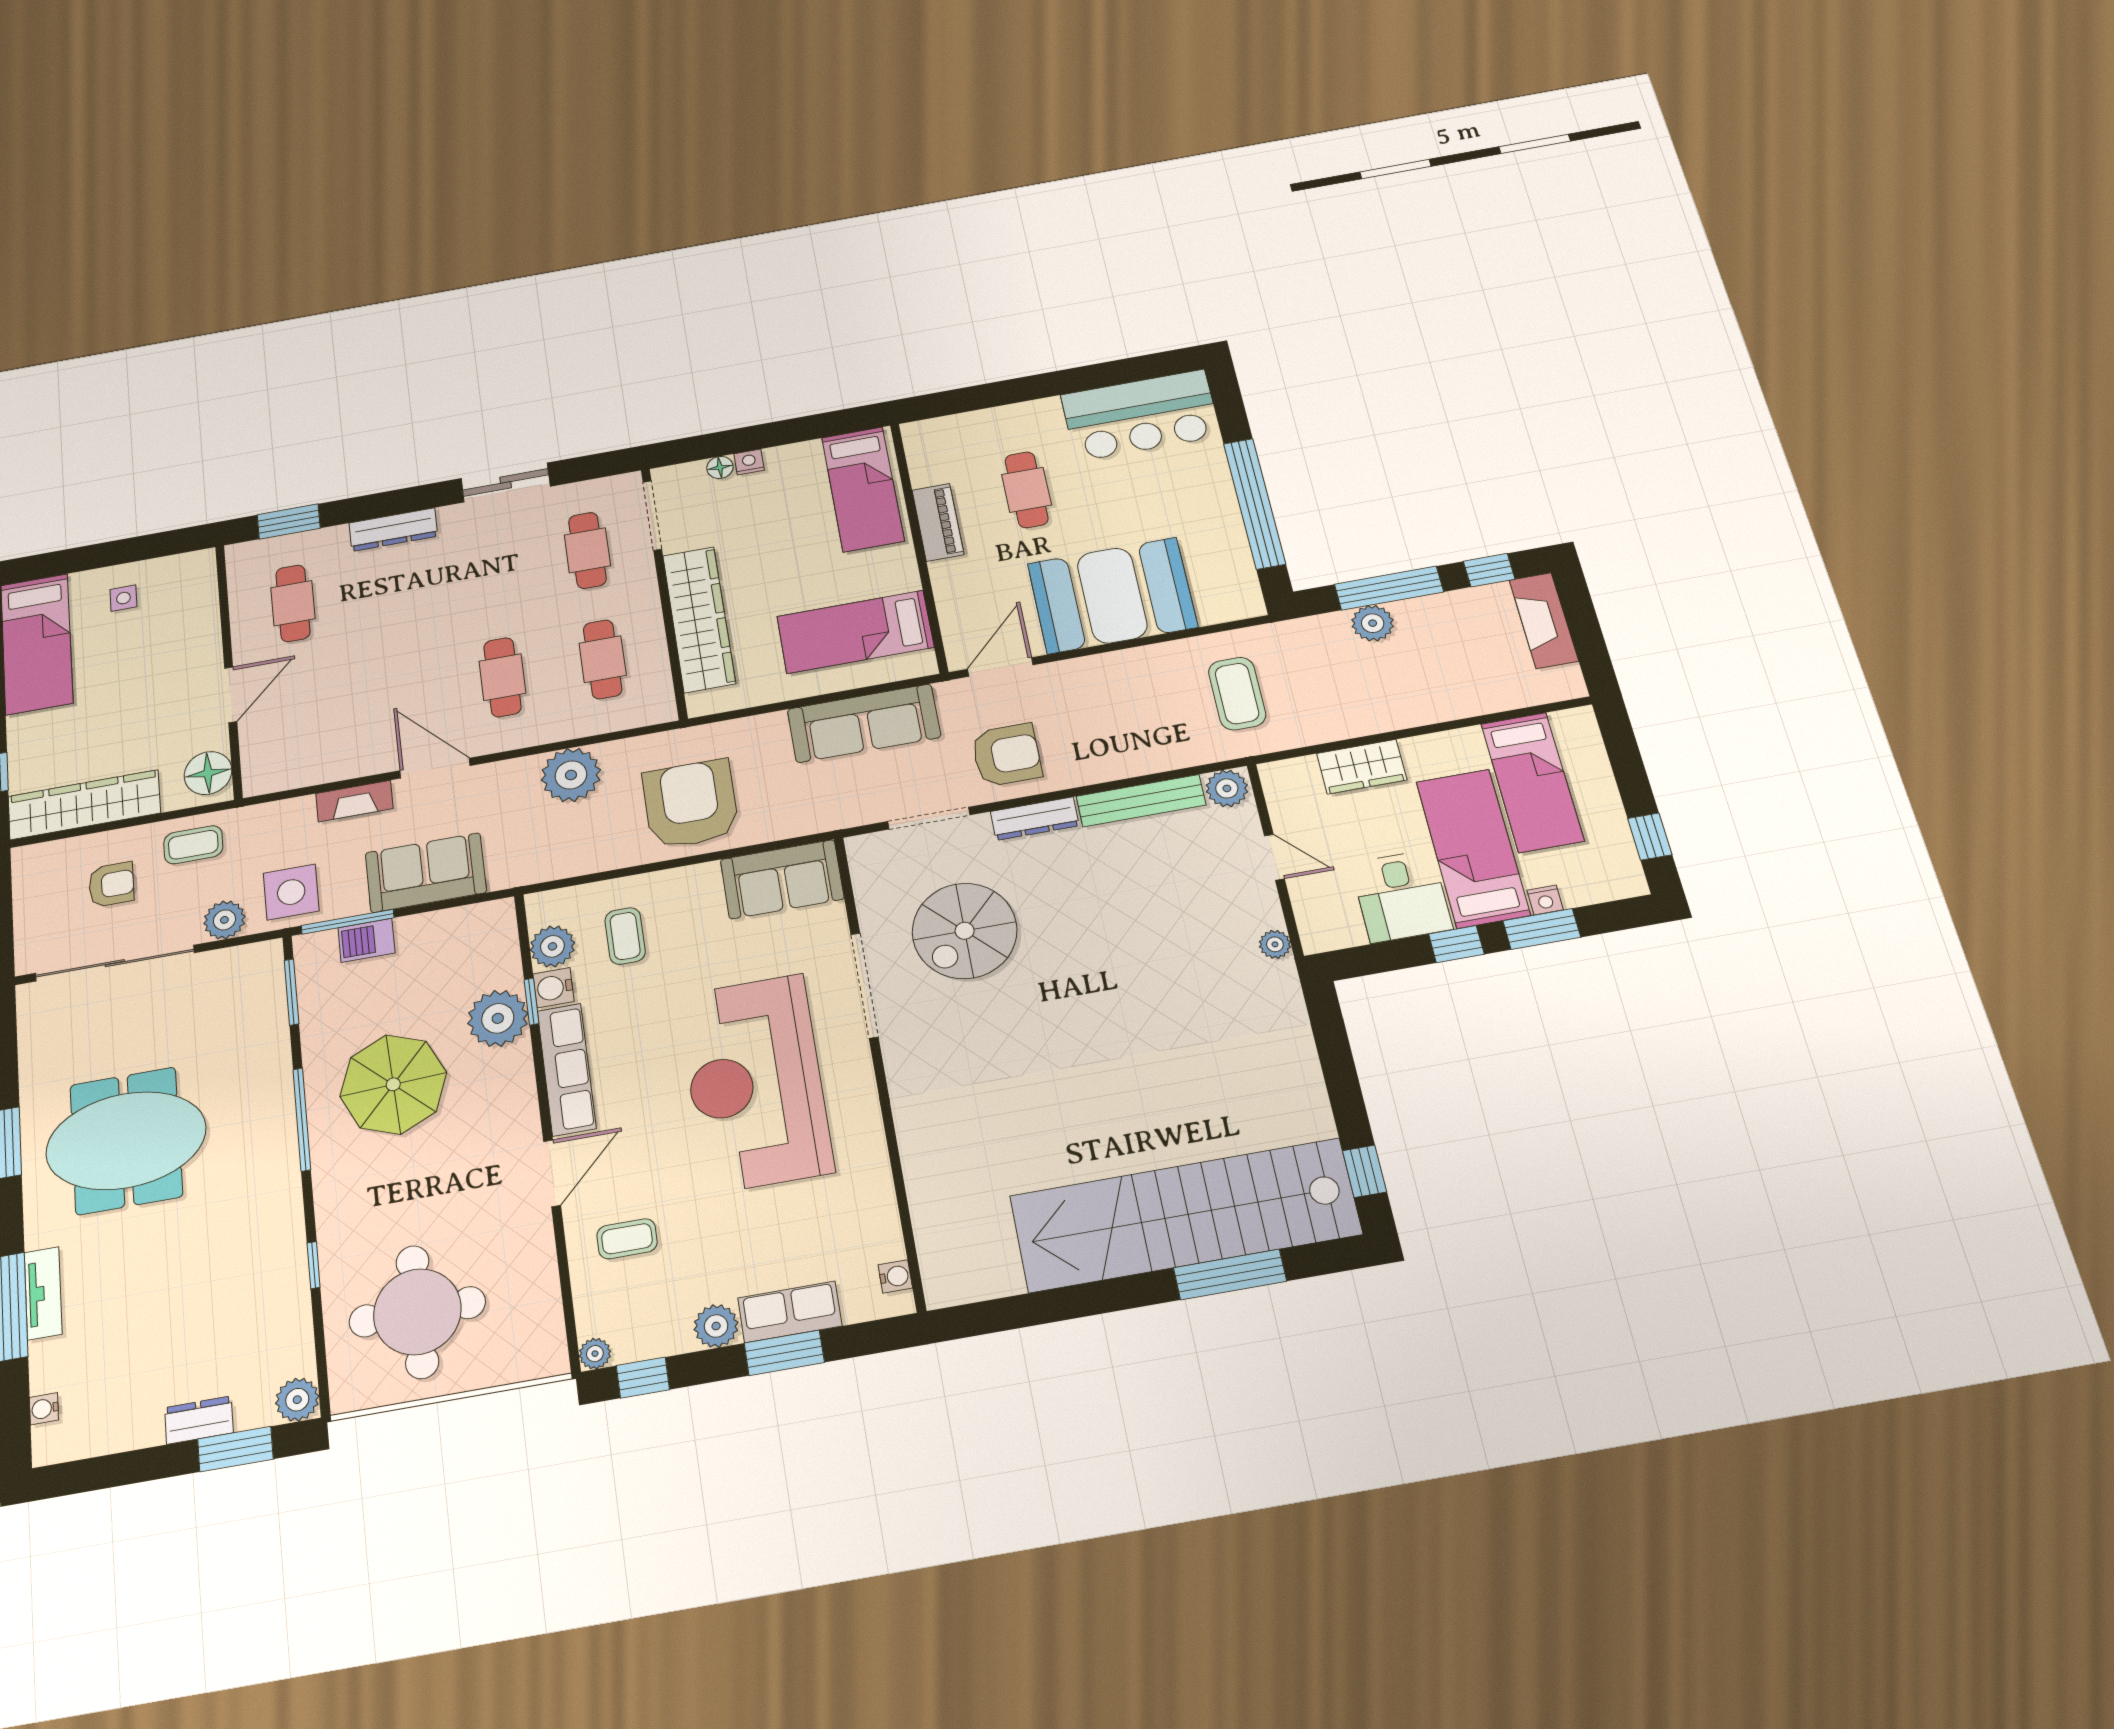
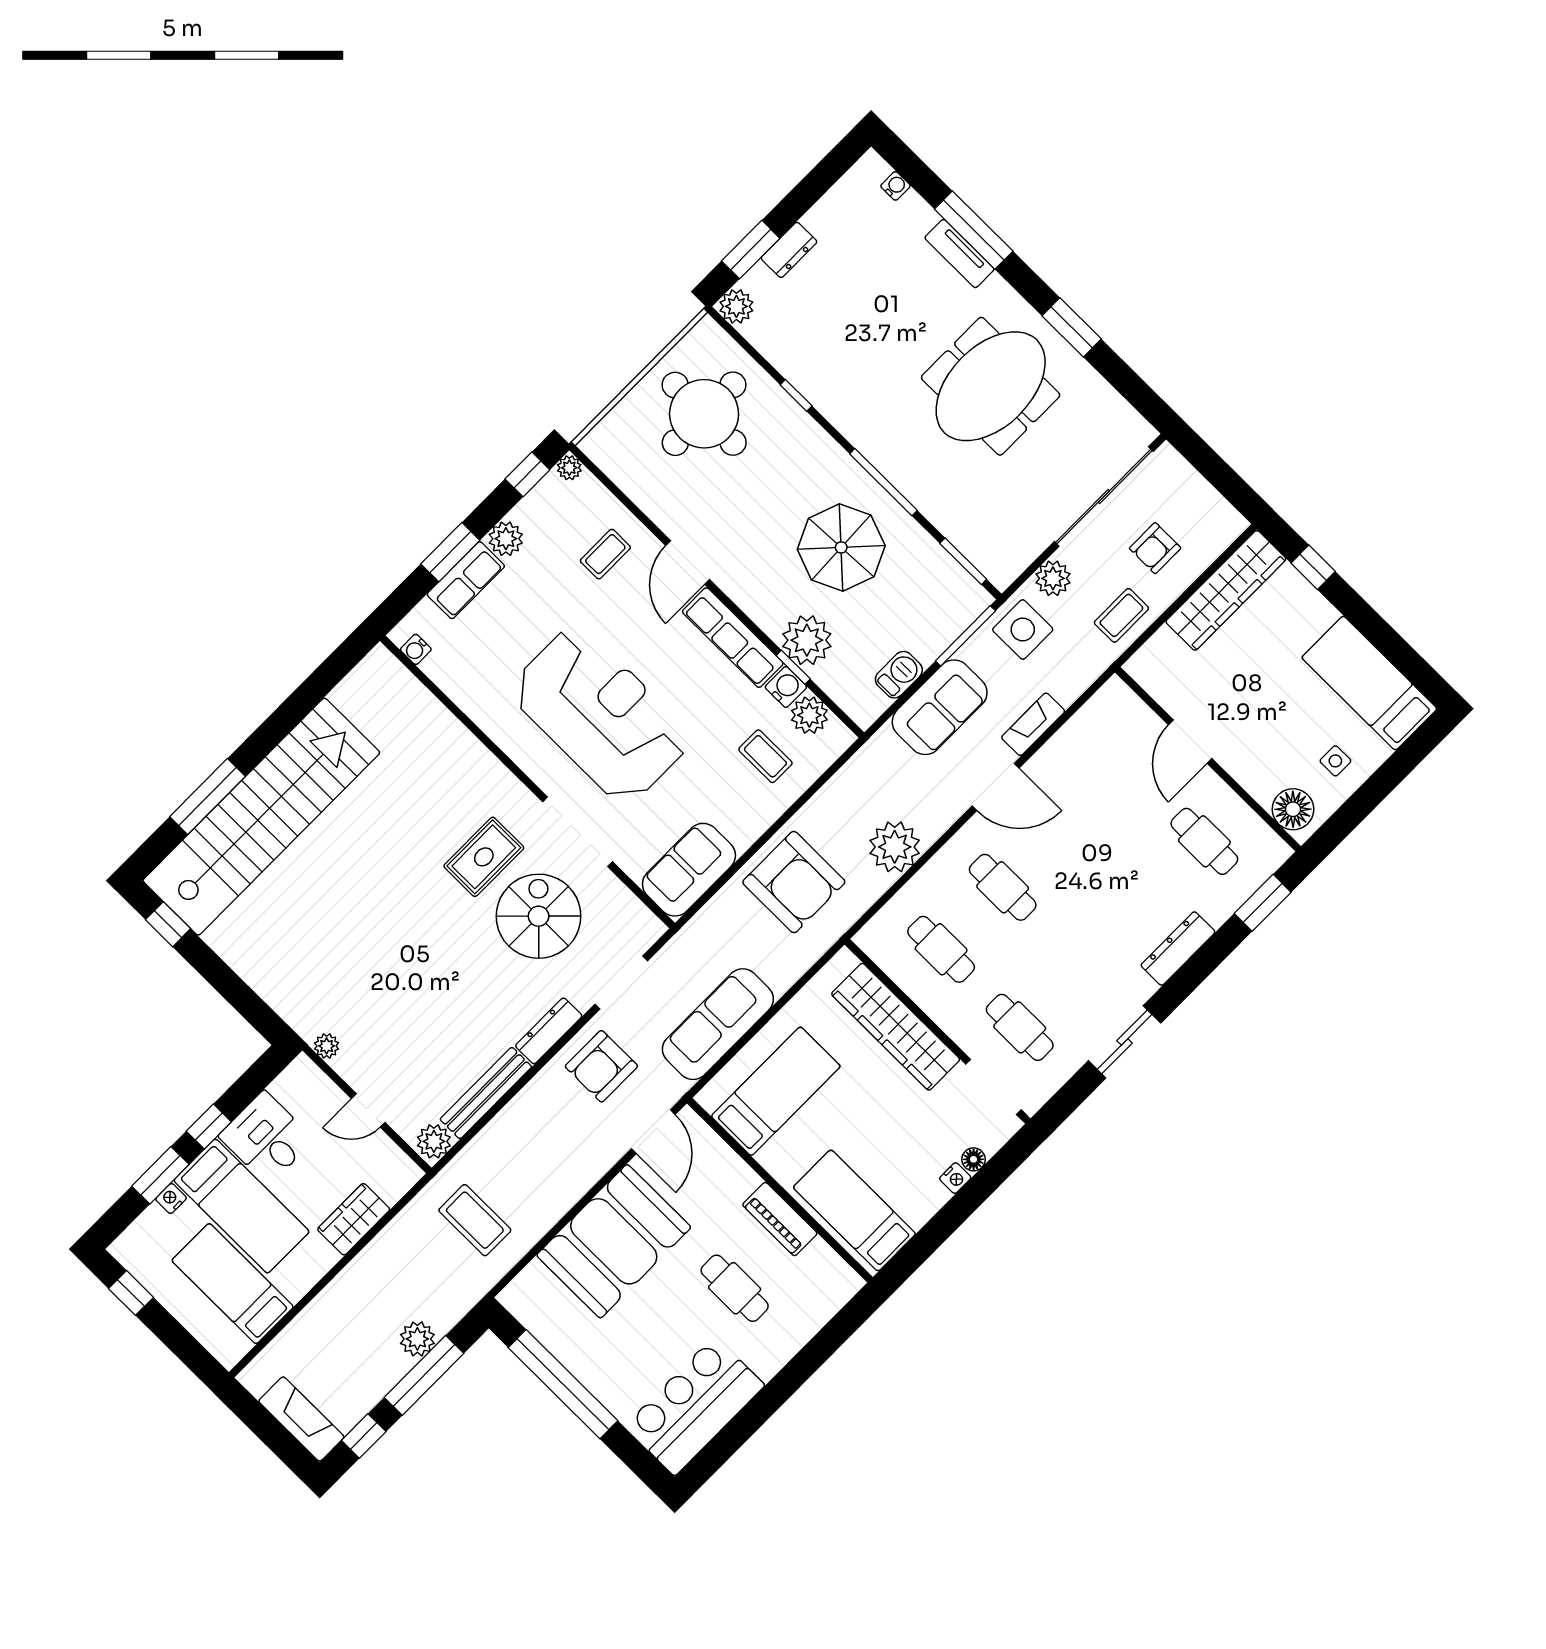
floor lamp: (208, 773) -> (1293, 809), moved
barbecue: (367, 940) -> (899, 675), moved
rug: (978, 1023) -> (484, 857), added

